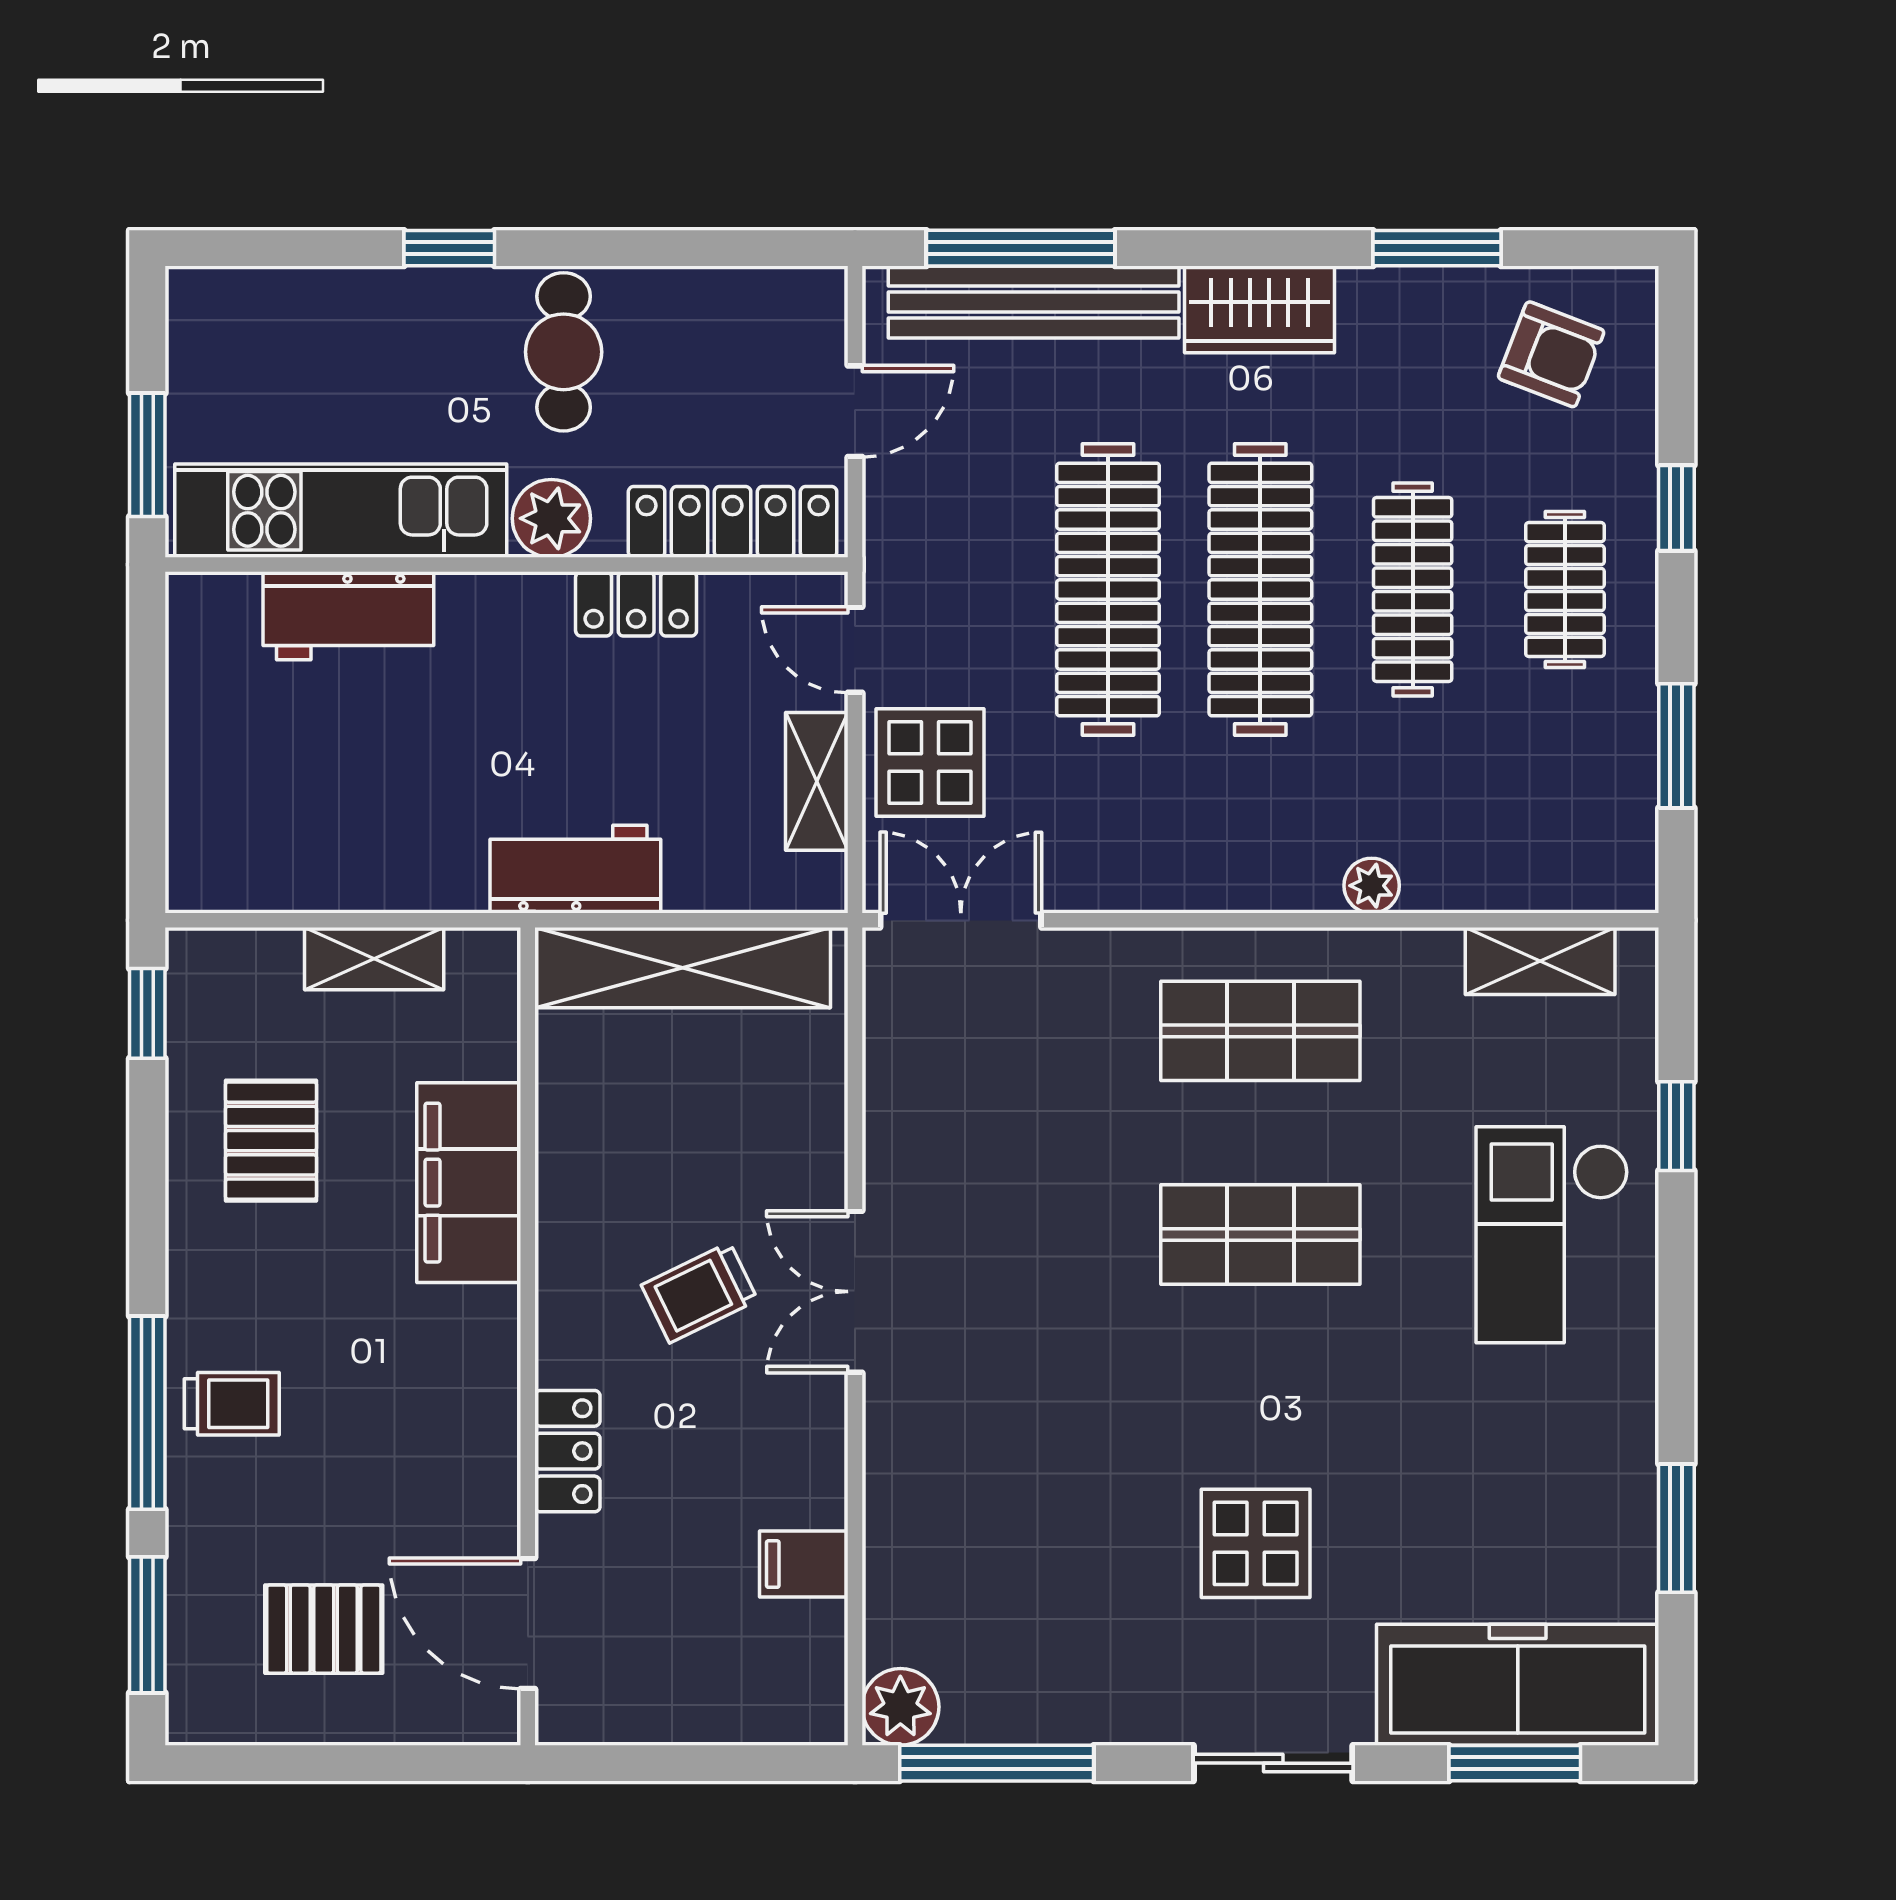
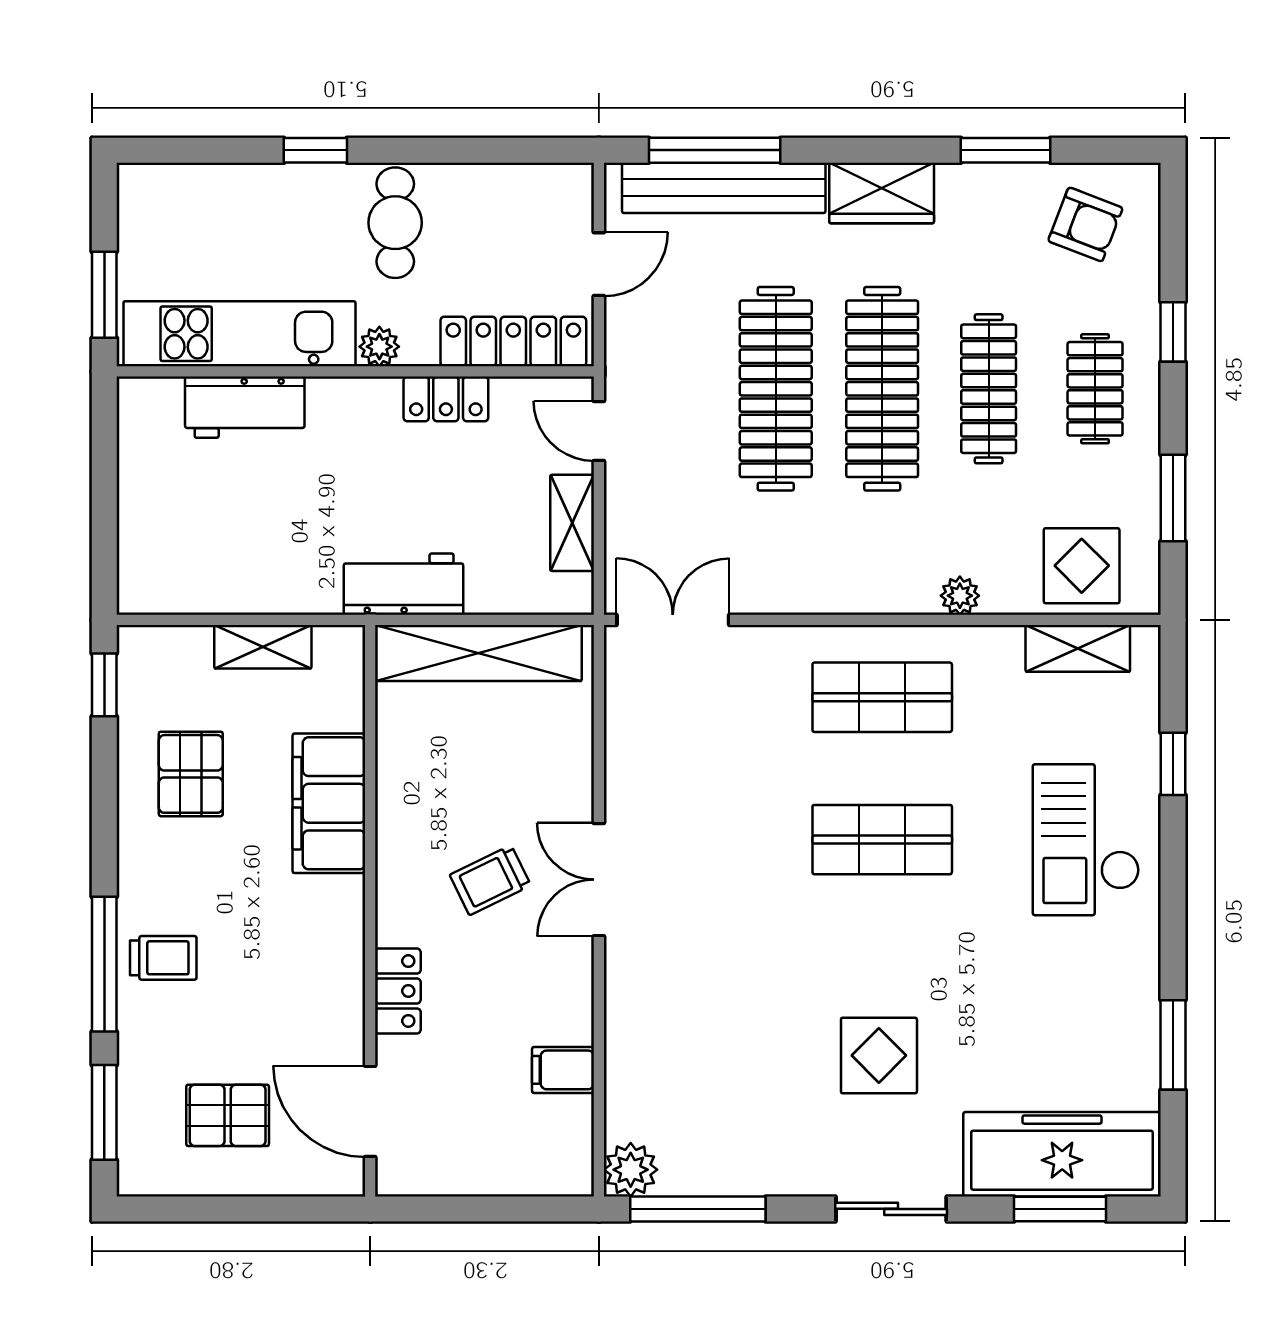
plant: (551, 518) -> (379, 347), width x0.73, depth x0.73
display table: (930, 762) -> (1082, 566), moved

